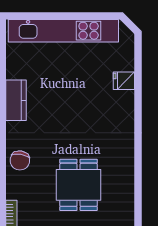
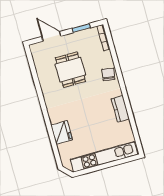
fridge: (124, 81) -> (62, 132), width x1.88, depth x1.34

